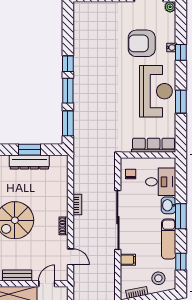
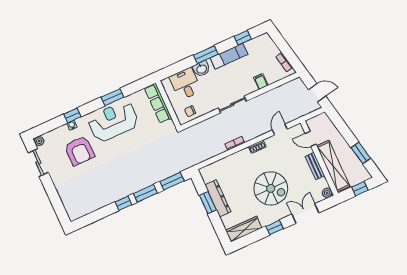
sliding door: (118, 220) -> (232, 105), width x0.54
stool: (158, 278) -> (265, 50), removed

